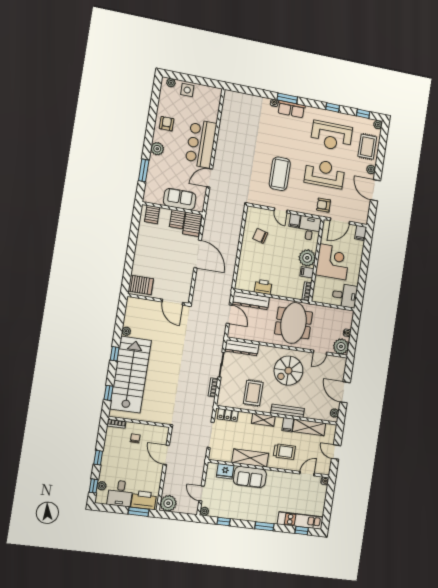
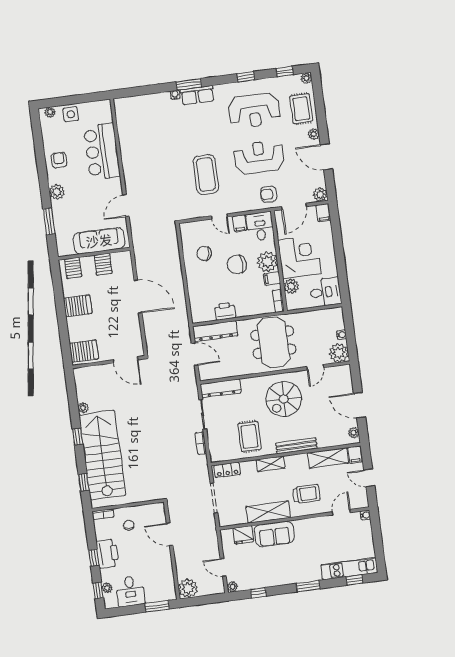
bar counter: (201, 144) -> (102, 151), moved
sofa: (180, 199) -> (99, 241), width x1.36
plant: (362, 218) -> (320, 195), added
server rack: (192, 224) -> (78, 306), moved, turned -90
chair: (283, 253) -> (237, 264), added
plant: (320, 283) -> (291, 286), added
filing cabinet: (288, 425) -> (355, 455), moved
printer: (144, 500) -> (107, 554), moved, turned 90

